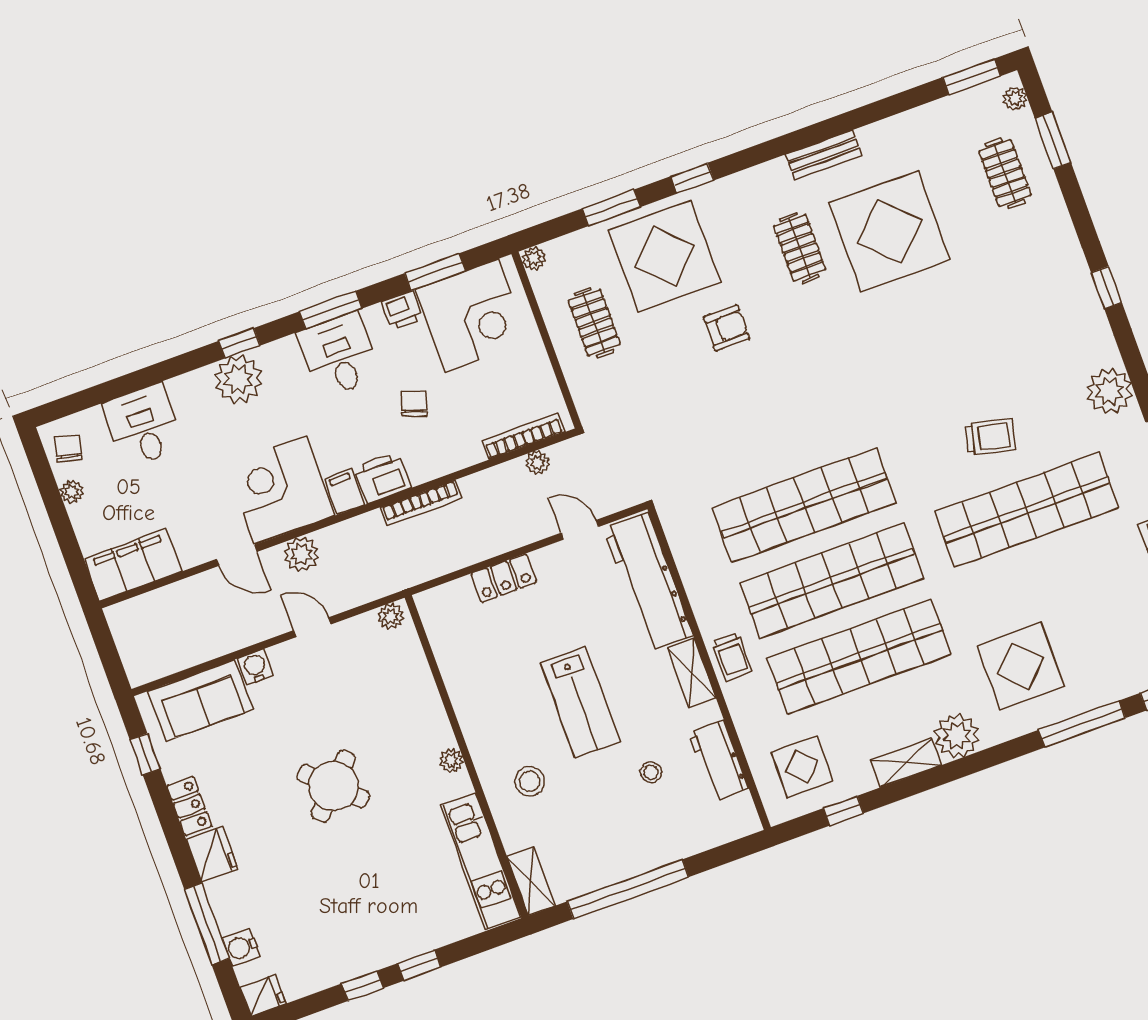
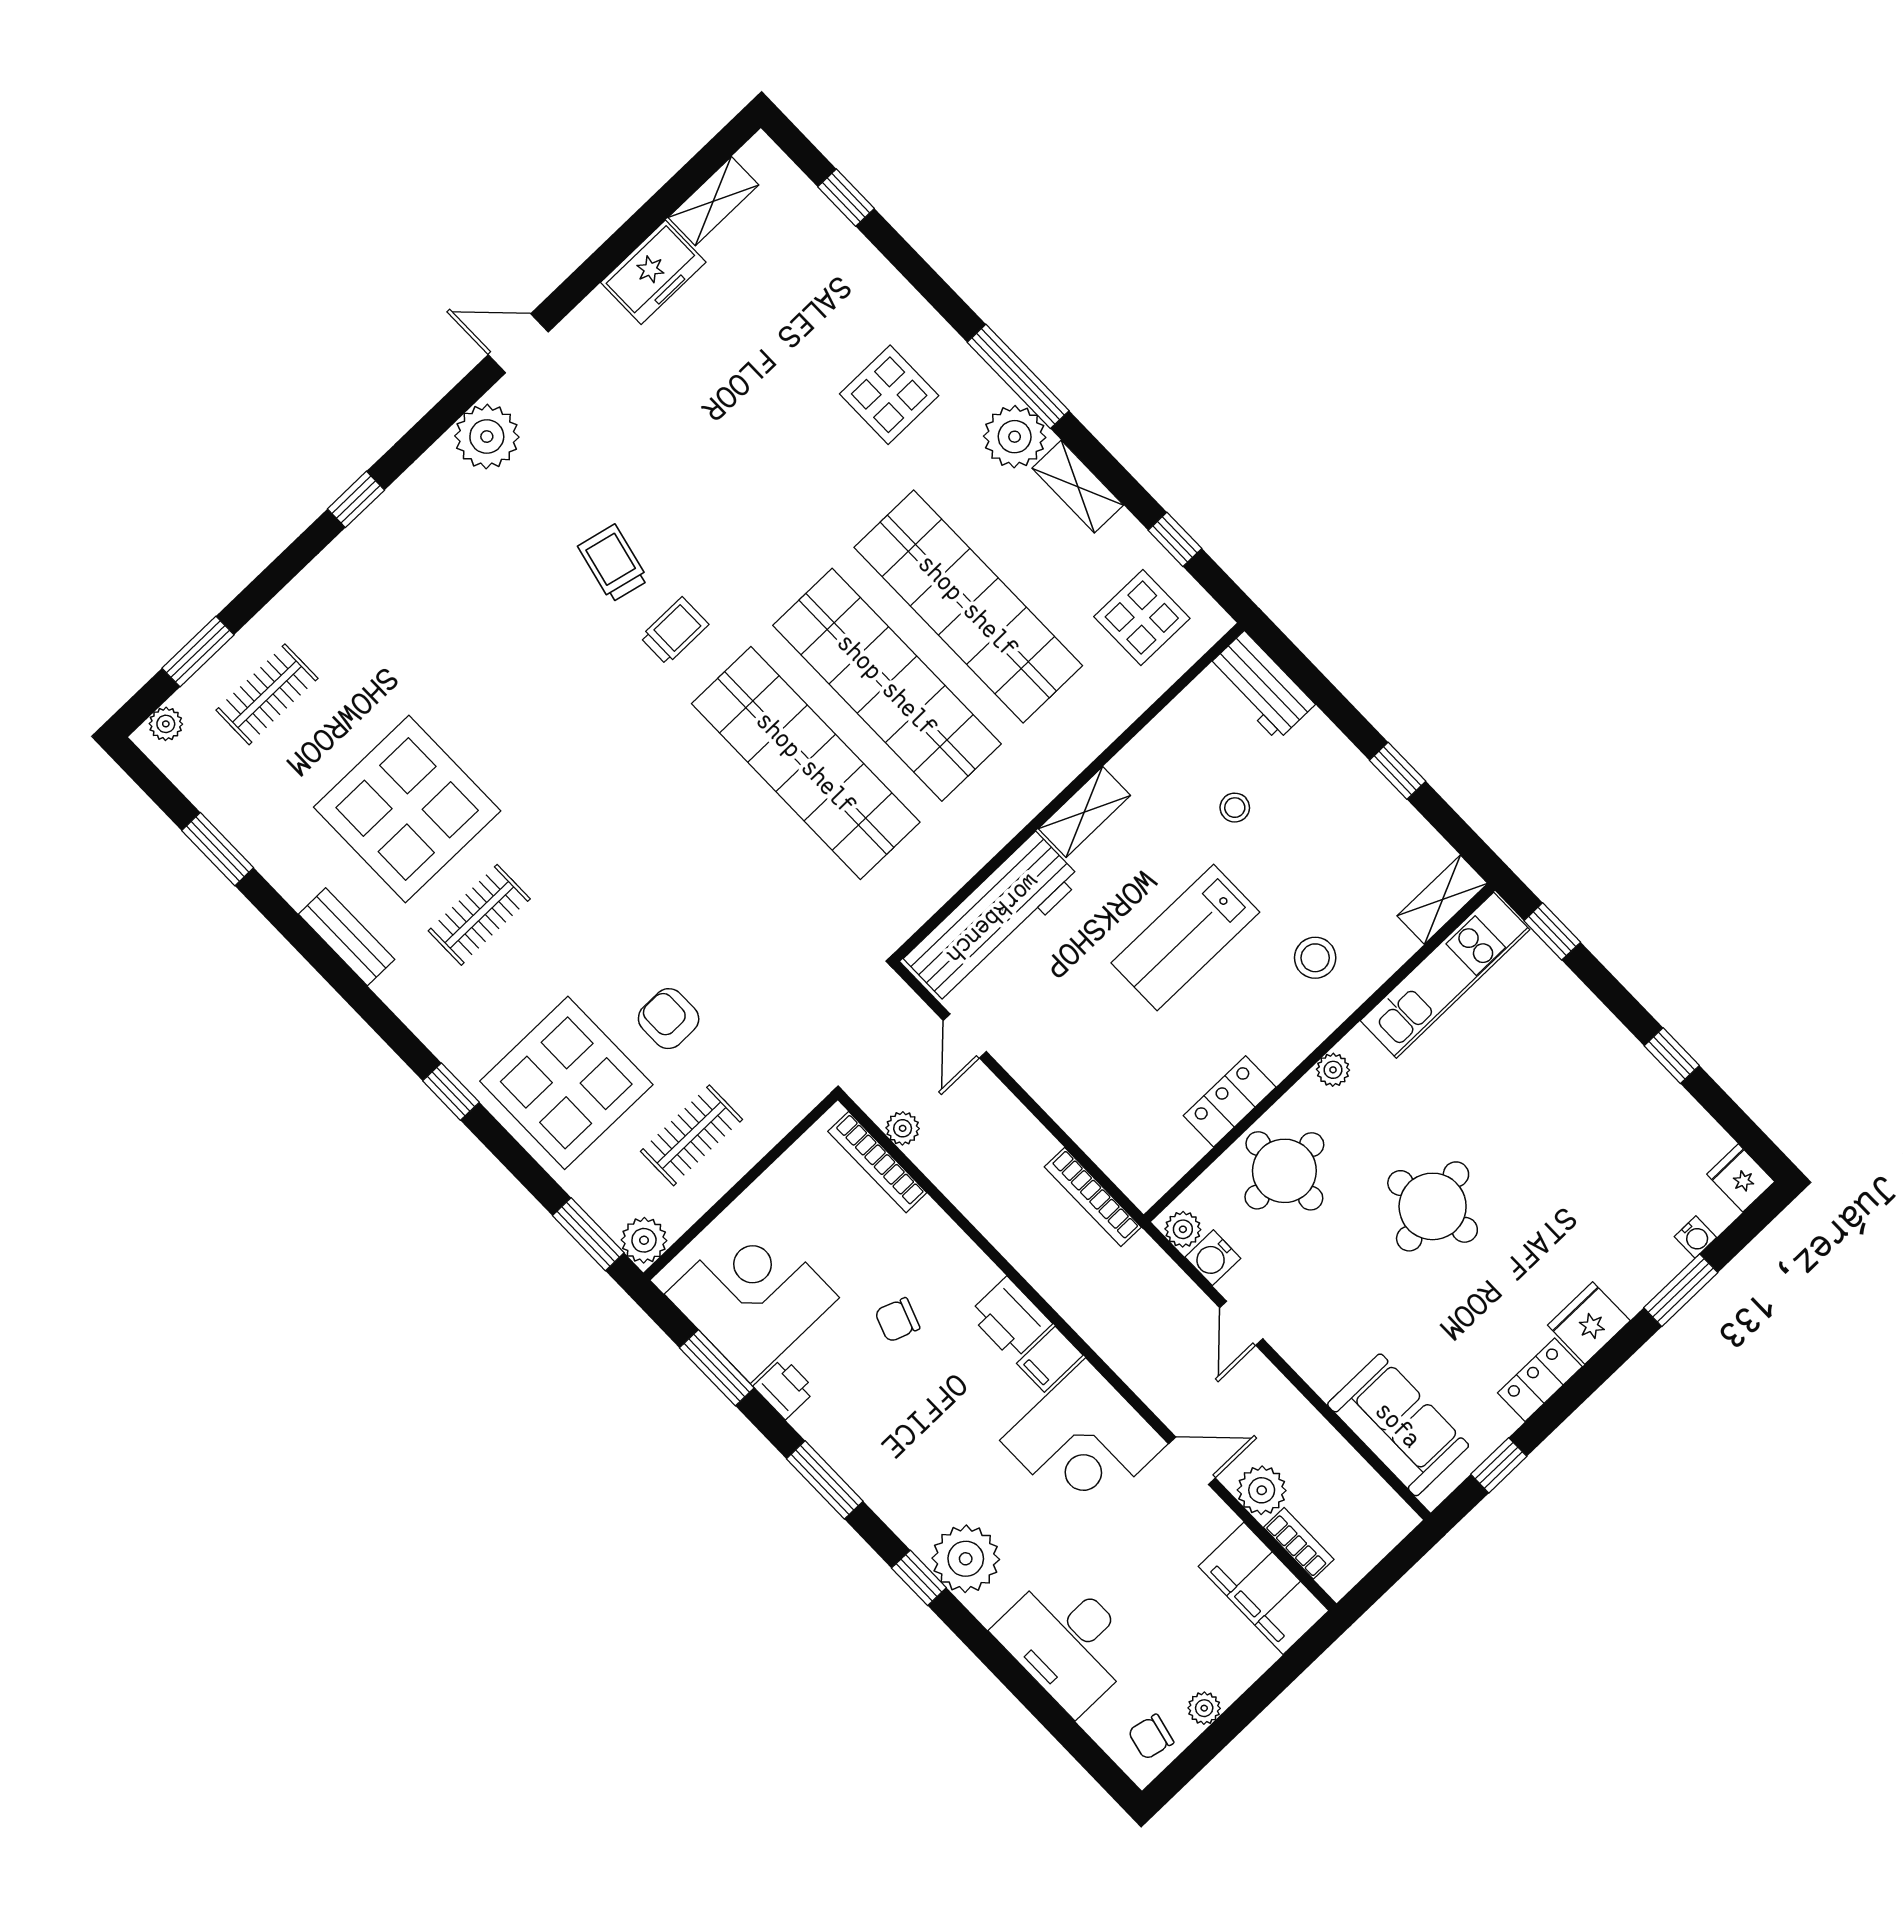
window: (972, 77) -> (218, 849), moved
window: (611, 208) -> (588, 1234), moved
plant: (534, 259) -> (644, 1240), width x1.38, depth x1.38
armchair: (726, 328) -> (669, 1019), moved
desk: (339, 355) -> (877, 1444), removed
desk: (143, 426) -> (1067, 1642), width x1.37
bookcase: (421, 503) -> (1093, 1197), moved, turned 180
shop shelf: (1027, 510) -> (686, 475), removed
plant: (301, 554) -> (1262, 1490), moved
door: (237, 555) -> (1192, 1461), hinge flipped
locker: (504, 578) -> (1230, 1101), moved, turned -90
bookcase: (152, 601) -> (1299, 1543), added
trolley: (732, 657) -> (674, 631), moved
display table: (1021, 666) -> (889, 395), width x0.73, depth x0.73
water cooler: (255, 667) -> (1213, 1258), moved
round table: (399, 700) -> (1284, 1171), added
lab bench: (580, 702) -> (1185, 938), turned 180
window: (1082, 724) -> (1018, 376), moved
workbench: (719, 761) -> (1261, 686), moved, turned 90
round table: (333, 786) -> (1433, 1206), turned 36
window: (628, 889) -> (1398, 771), width x0.32
window: (207, 924) -> (1681, 1290), width x0.69
water cooler: (241, 947) -> (1695, 1237), width x0.72, depth x0.72
window: (419, 965) -> (1552, 931), moved

